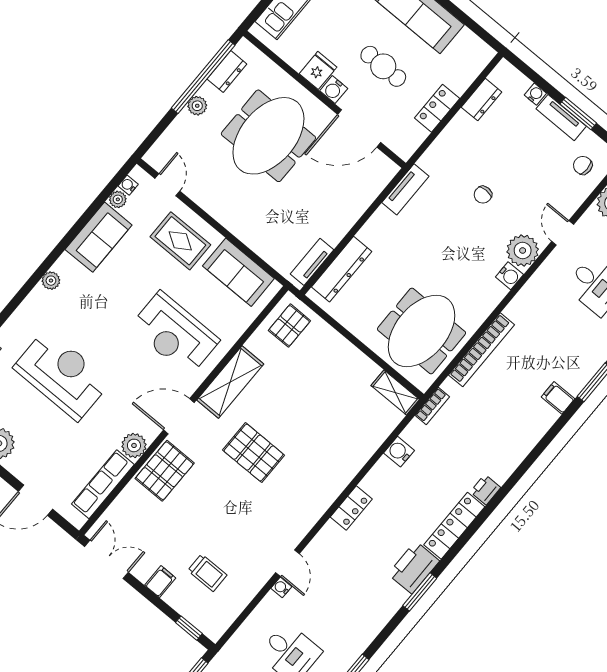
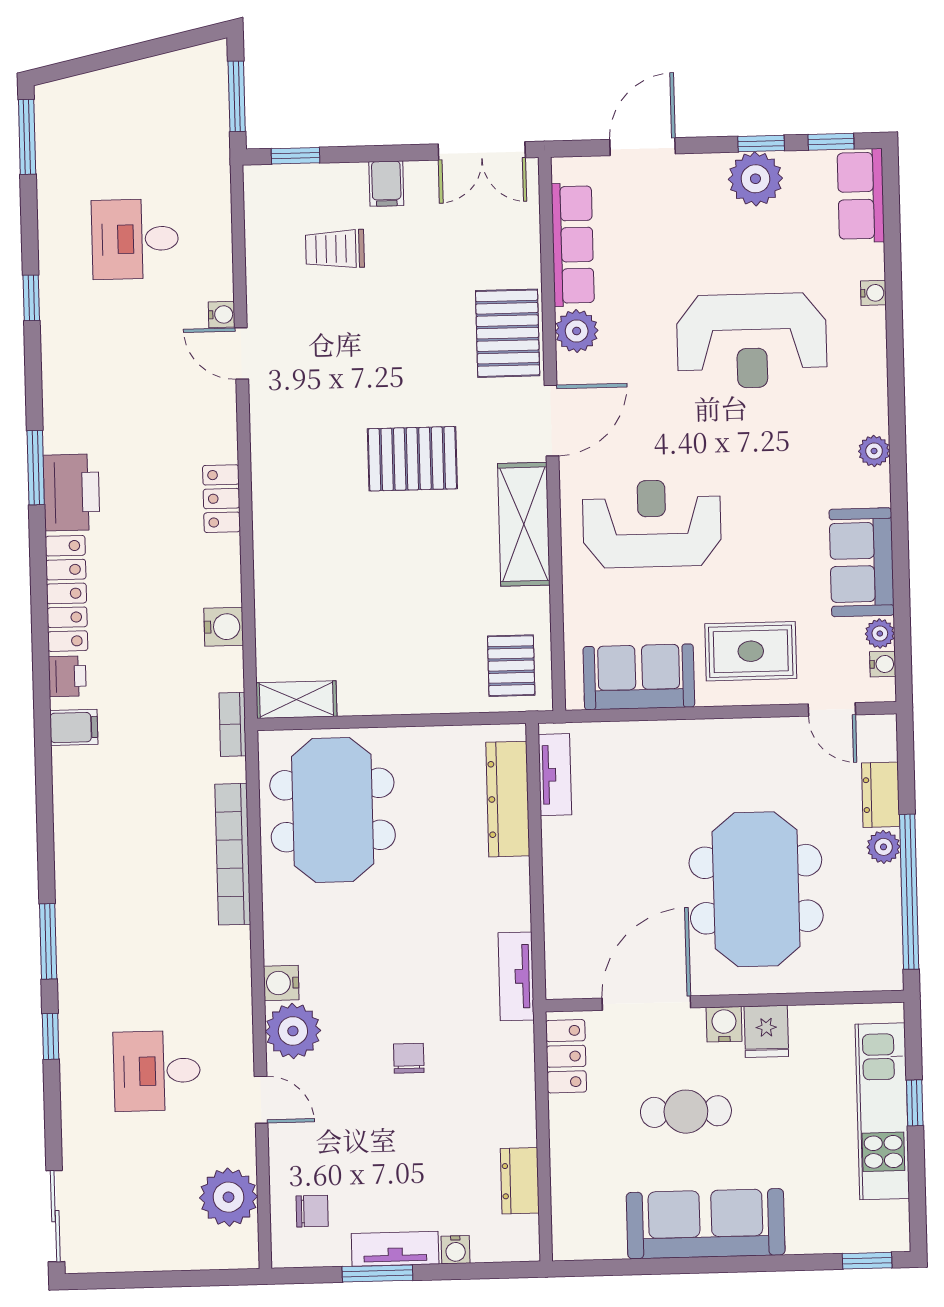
dresser: (227, 72) -> (881, 795), moved
locker: (437, 108) -> (566, 1056), moved
filing cabinet: (558, 398) -> (74, 727), moved

